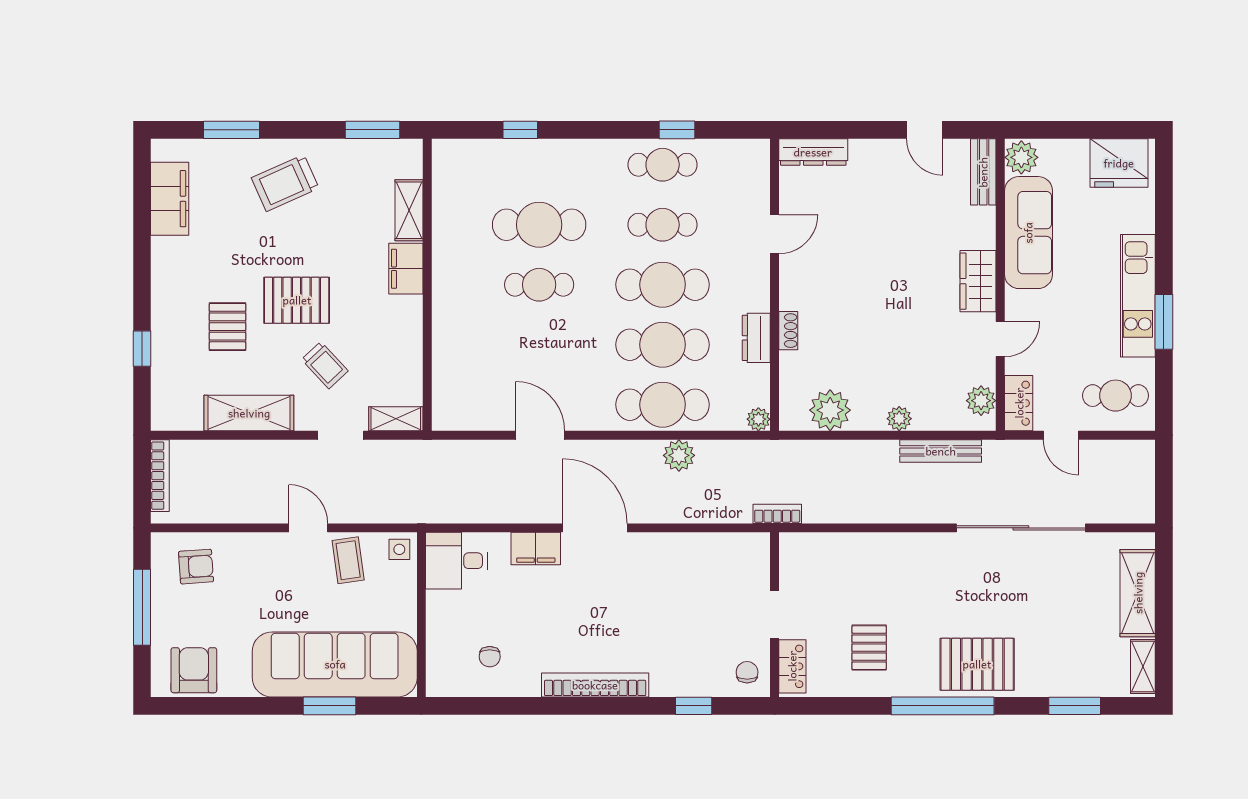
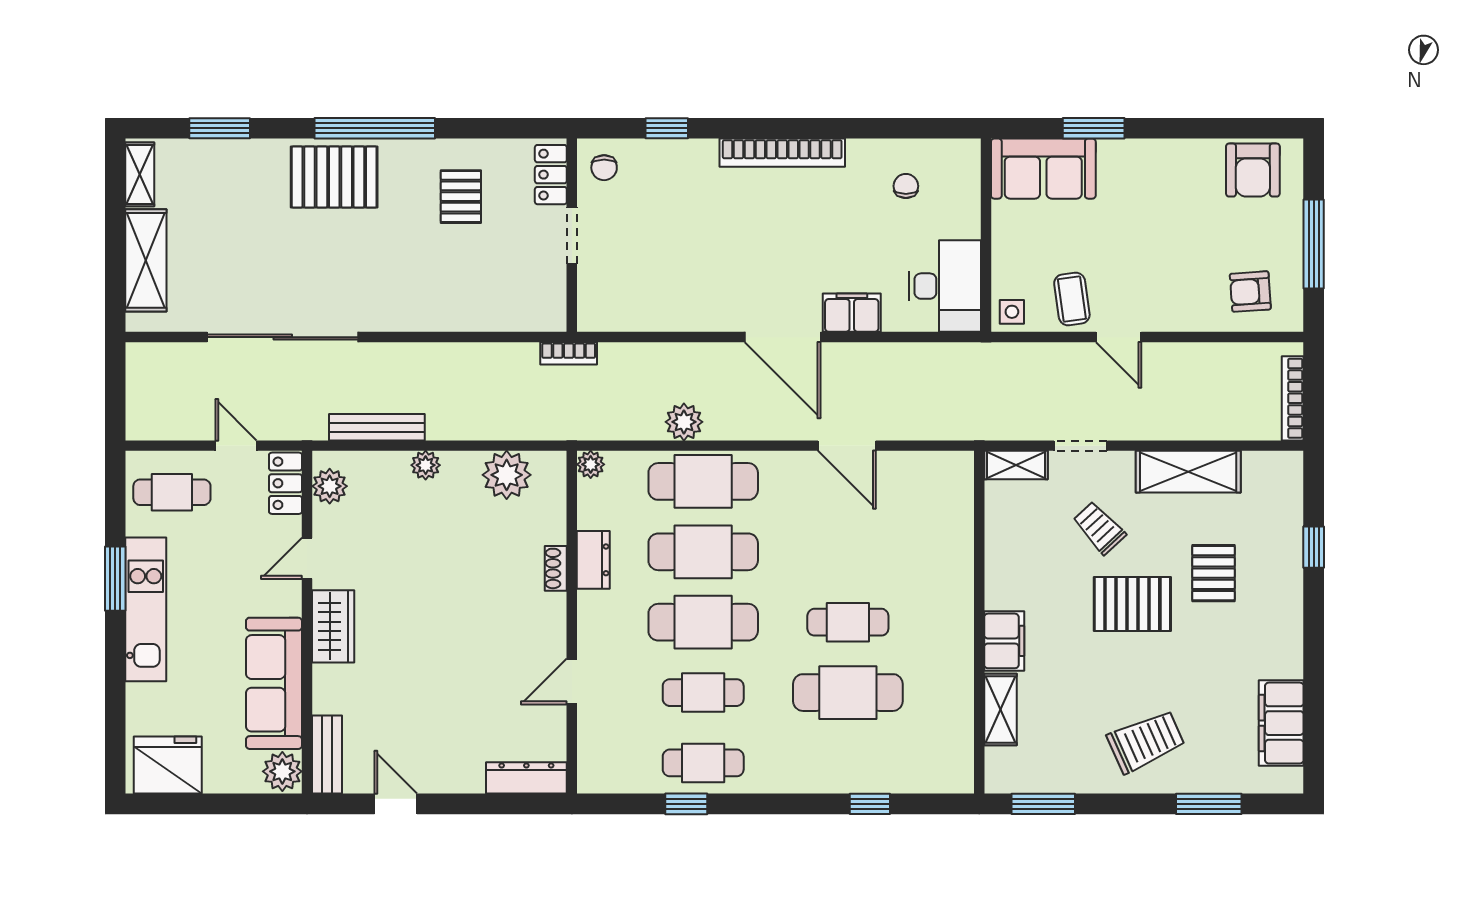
desk: (456, 561) -> (945, 286), width x1.37
sofa: (335, 664) -> (1043, 169), width x0.54, depth x0.79

